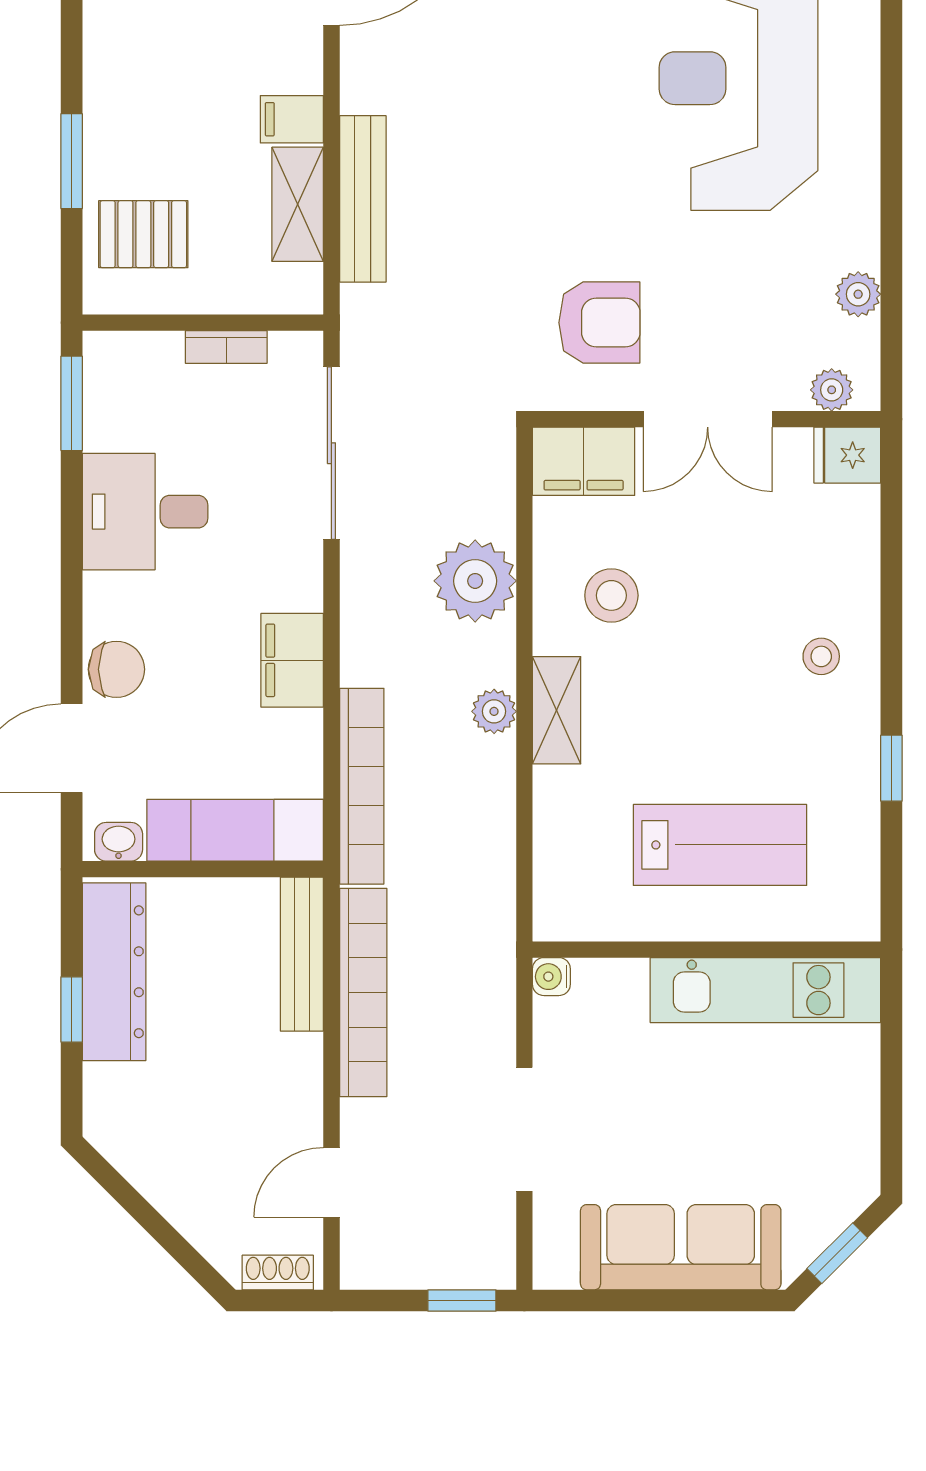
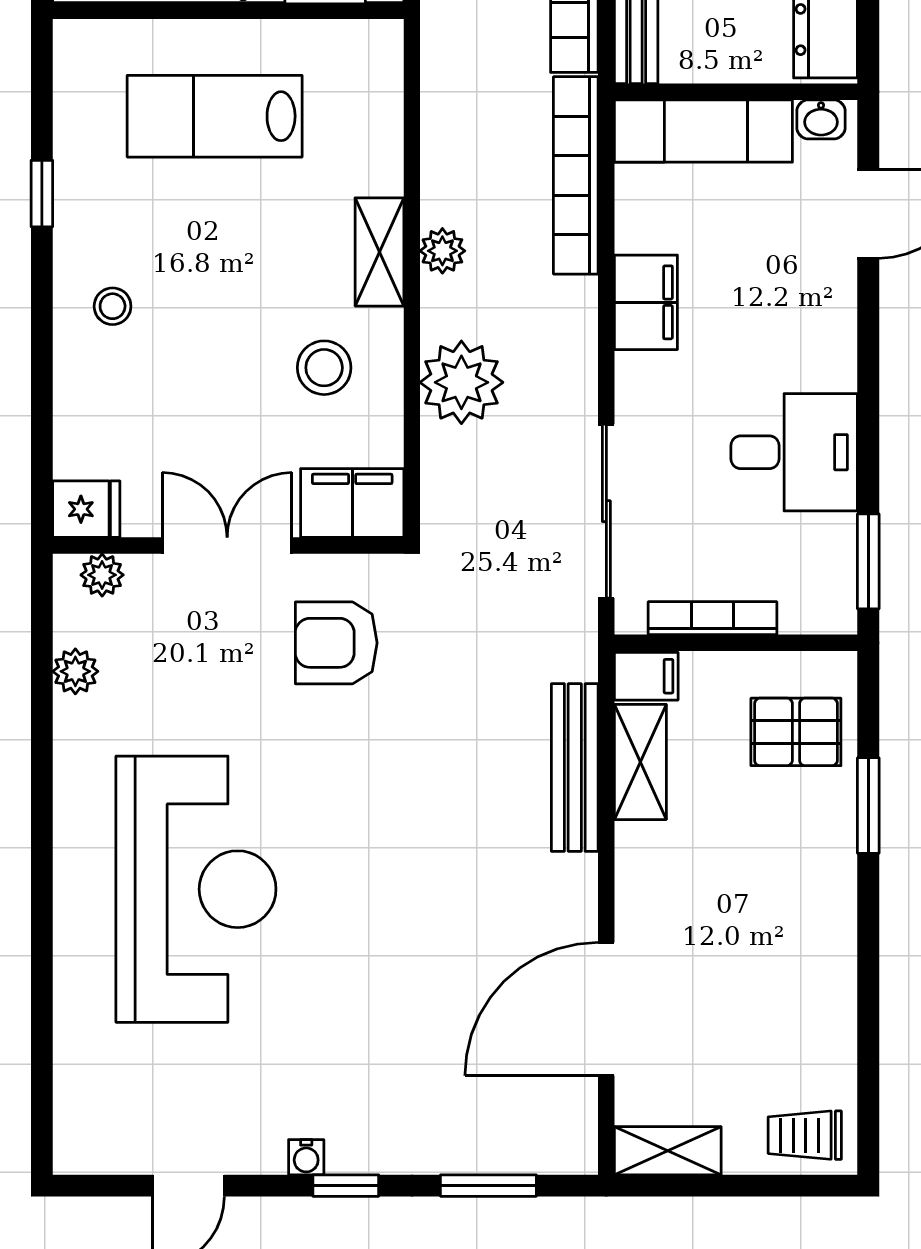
filing cabinet: (292, 119) -> (646, 676), moved
bookcase: (226, 347) -> (712, 618), width x1.56
chair: (116, 669) -> (823, 293), removed

